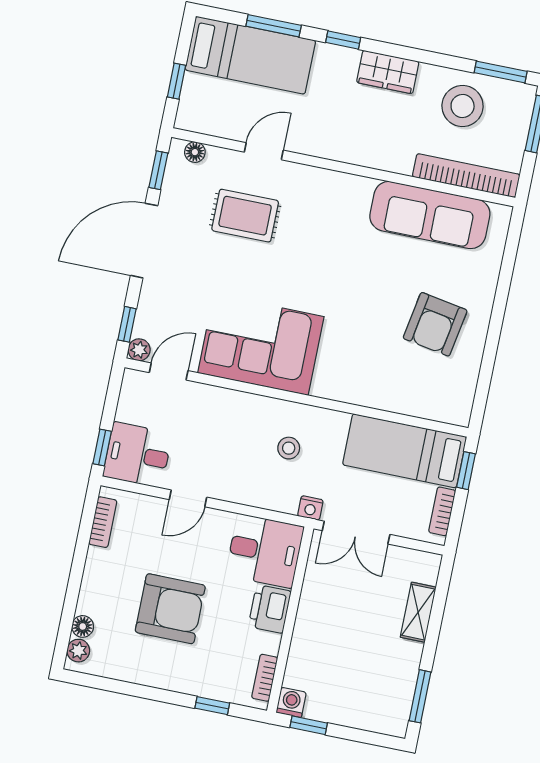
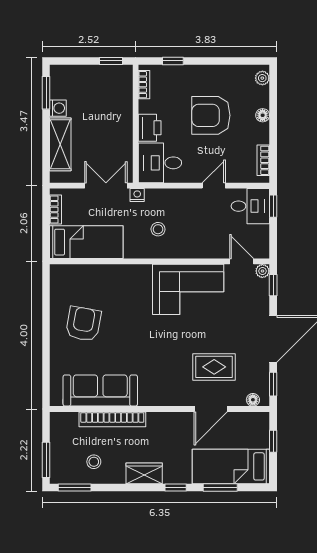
stool: (463, 106) -> (94, 462), width x0.53, depth x0.53
door: (264, 151) -> (211, 409), width x1.38
bookcase: (466, 176) -> (112, 419), moved
door: (169, 372) -> (242, 261), swing flipped
window: (466, 471) -> (46, 238), removed
shelving: (418, 612) -> (60, 144), width x1.50, depth x1.33
floor lamp: (83, 626) -> (263, 115), moved
washing machine: (291, 702) -> (58, 108), moved, turned -90

